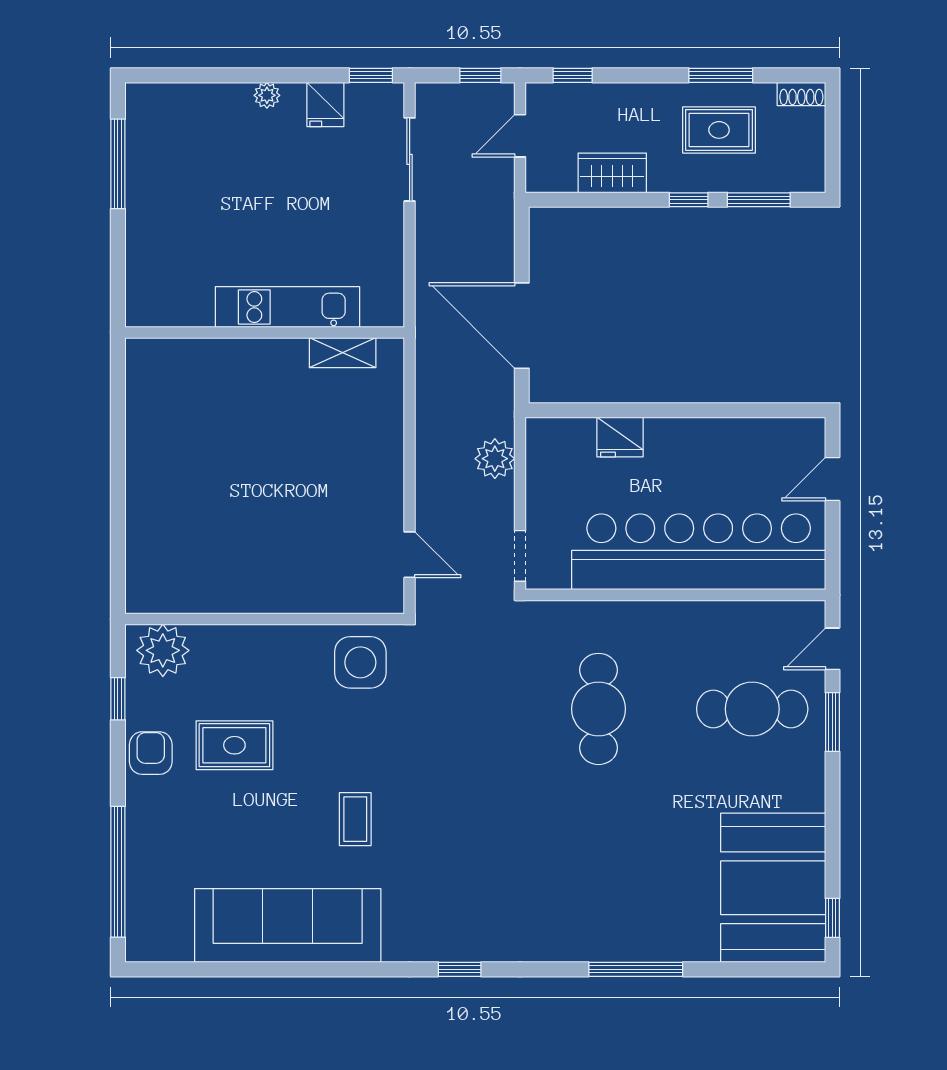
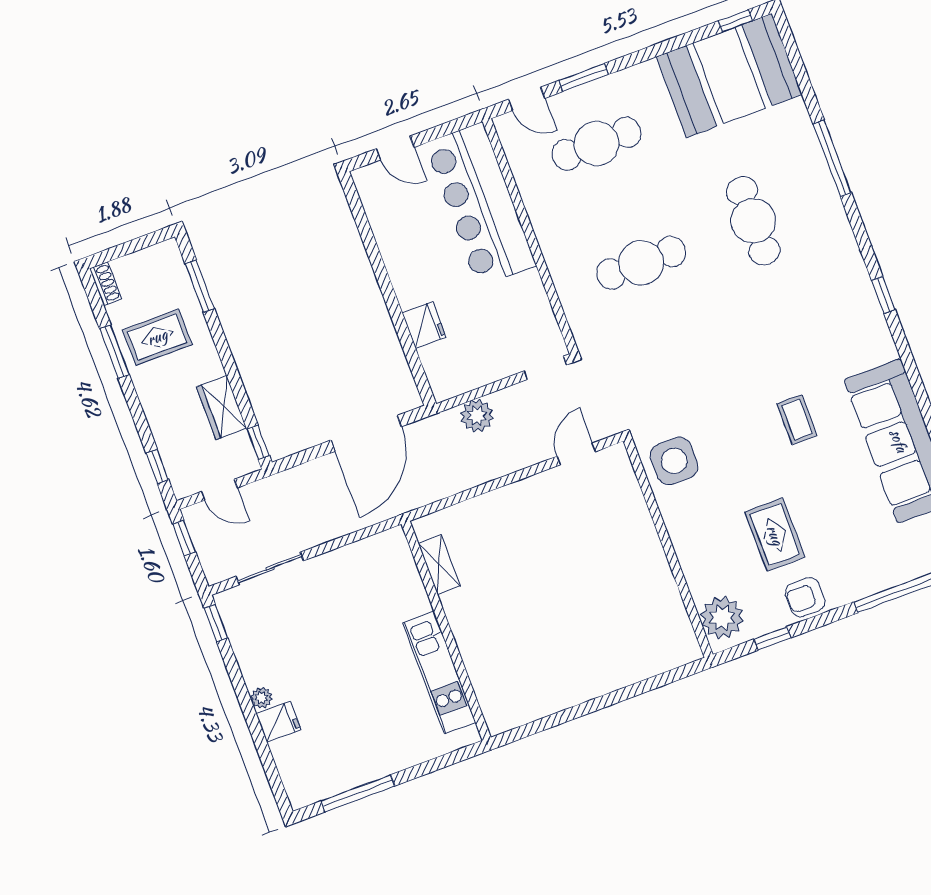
fridge: (325, 104) -> (278, 722), moved
rug: (719, 130) -> (157, 337), turned 90
window: (689, 200) -> (258, 442), moved
kitchen unit: (287, 307) -> (439, 673), moved
bar counter: (699, 552) -> (480, 204), width x0.73
cafe table: (752, 709) -> (597, 144), turned 90
coffee table: (355, 819) -> (797, 419), turned 90
cafe table: (599, 854) -> (753, 221), added

